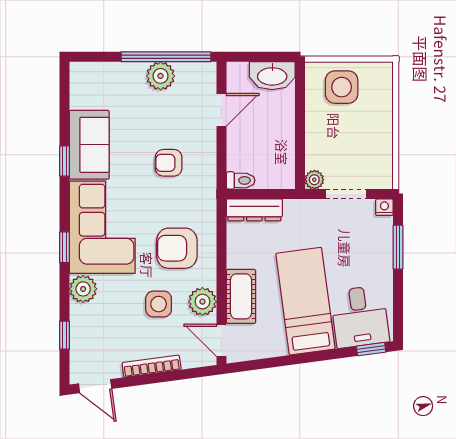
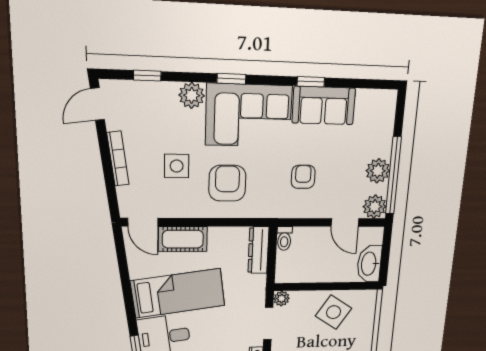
side table: (342, 87) -> (334, 312), moved, turned 33
plant: (202, 302) -> (375, 207), moved
door: (221, 340) -> (143, 222), swing flipped

